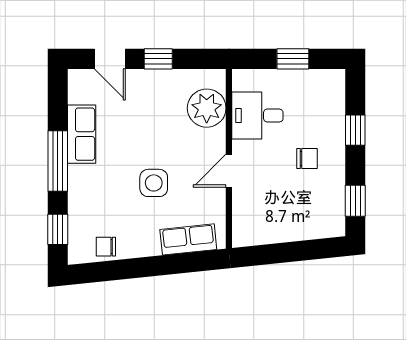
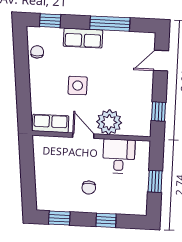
window: (158, 59) -> (158, 111), moved
plant: (207, 108) -> (109, 122), moved
row of seats: (82, 134) -> (83, 38), moved
window: (58, 161) -> (110, 24), moved
row of seats: (188, 239) -> (50, 123), moved, turned -84

